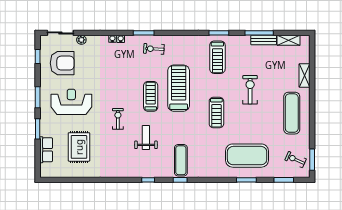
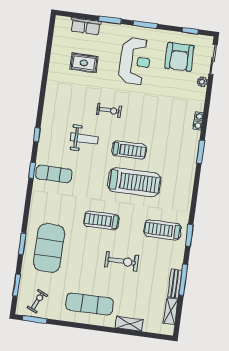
exercise bike: (154, 49) -> (181, 161), removed
rug: (79, 147) -> (84, 63), width x0.73, depth x0.70

